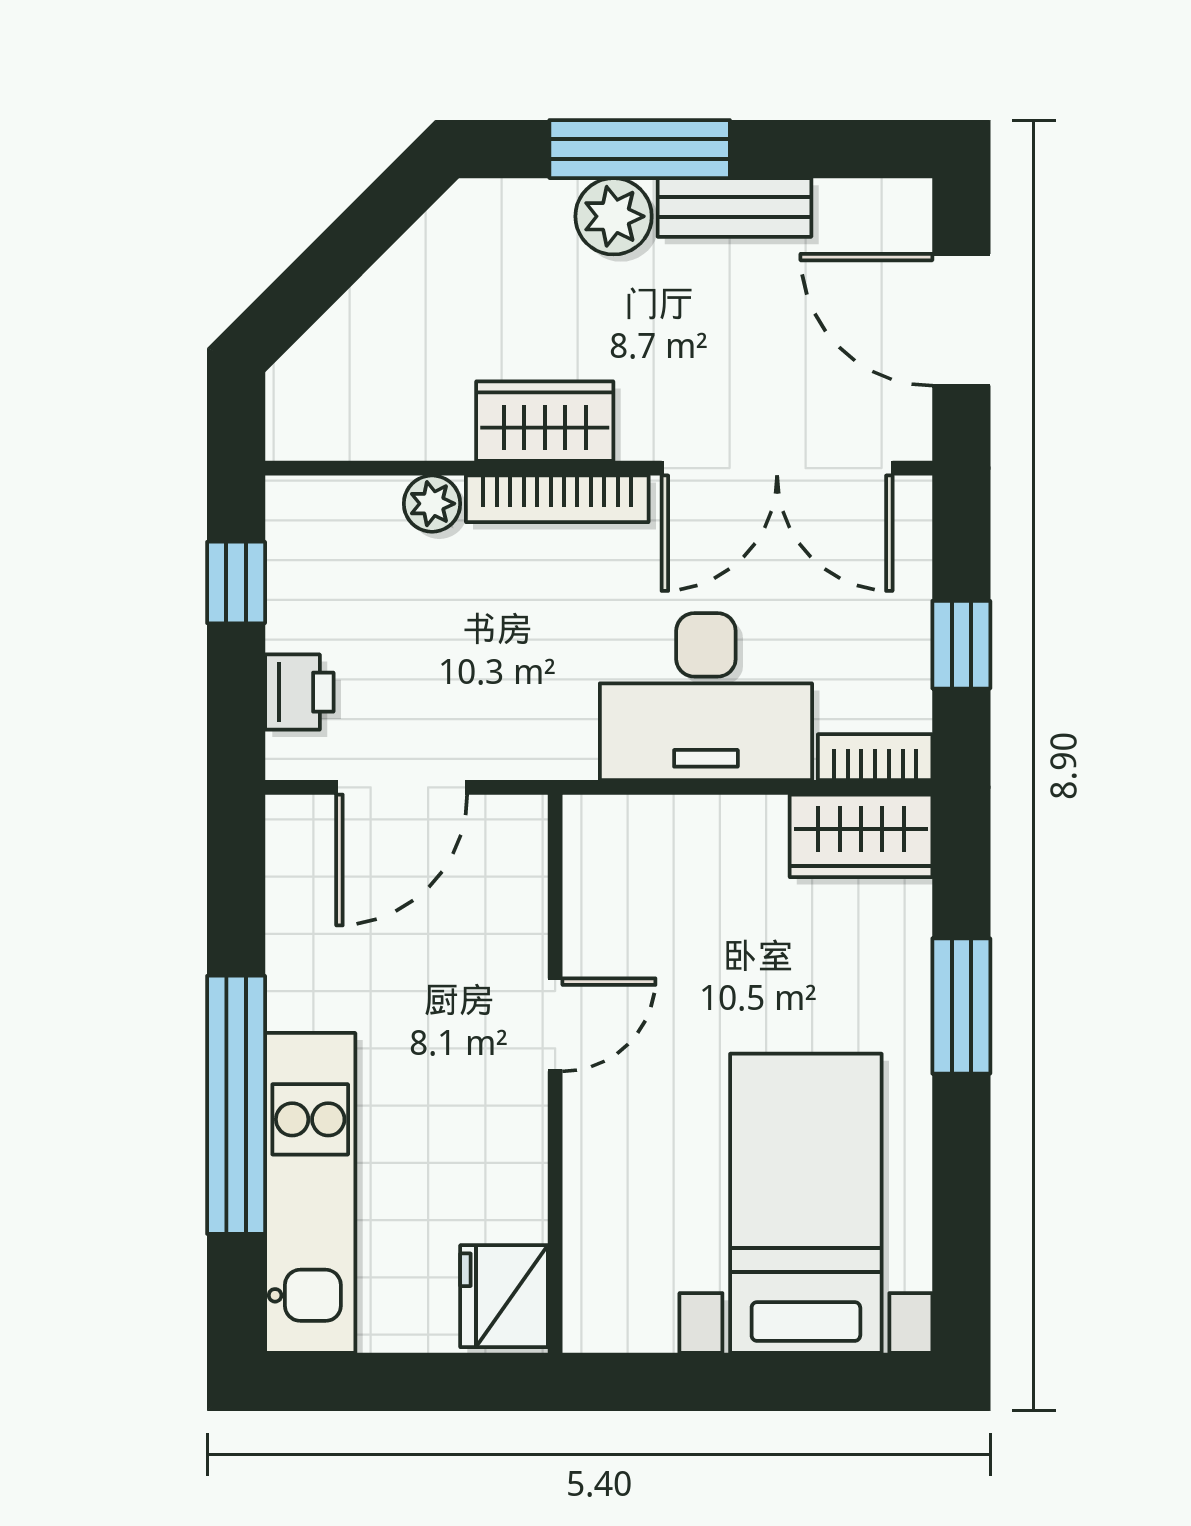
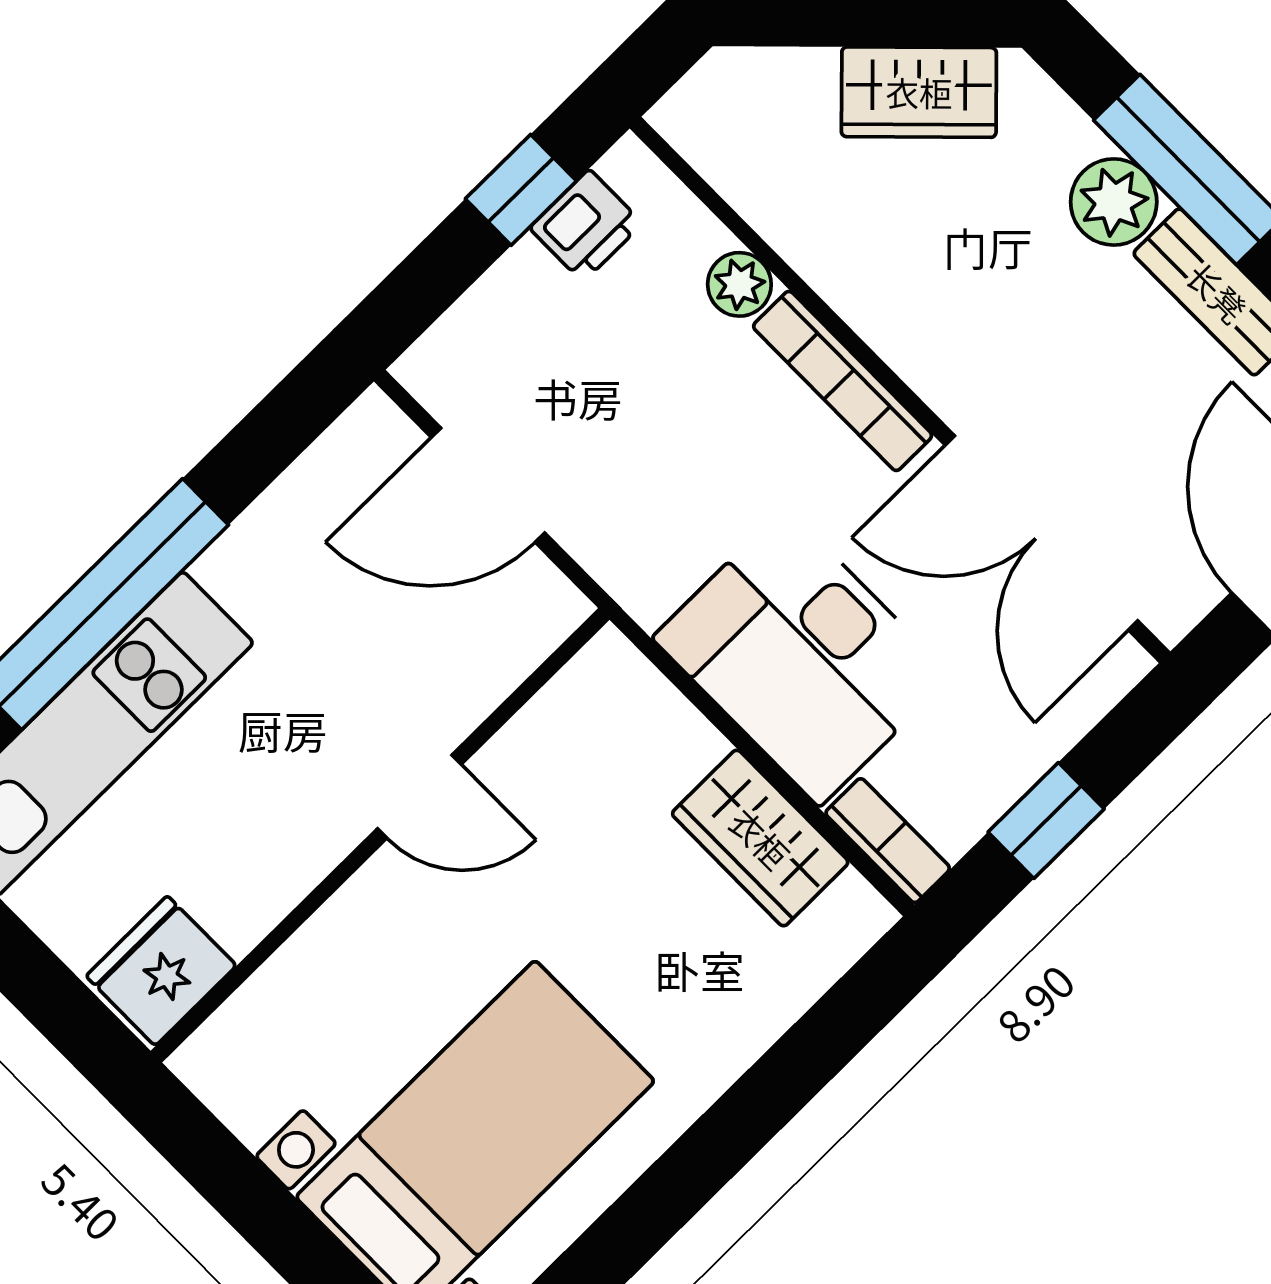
wardrobe: (545, 421) -> (919, 92), moved, turned 135
printer: (299, 692) -> (586, 226), moved
wardrobe: (861, 836) -> (760, 838), moved
window: (961, 1006) -> (757, 1107), removed

